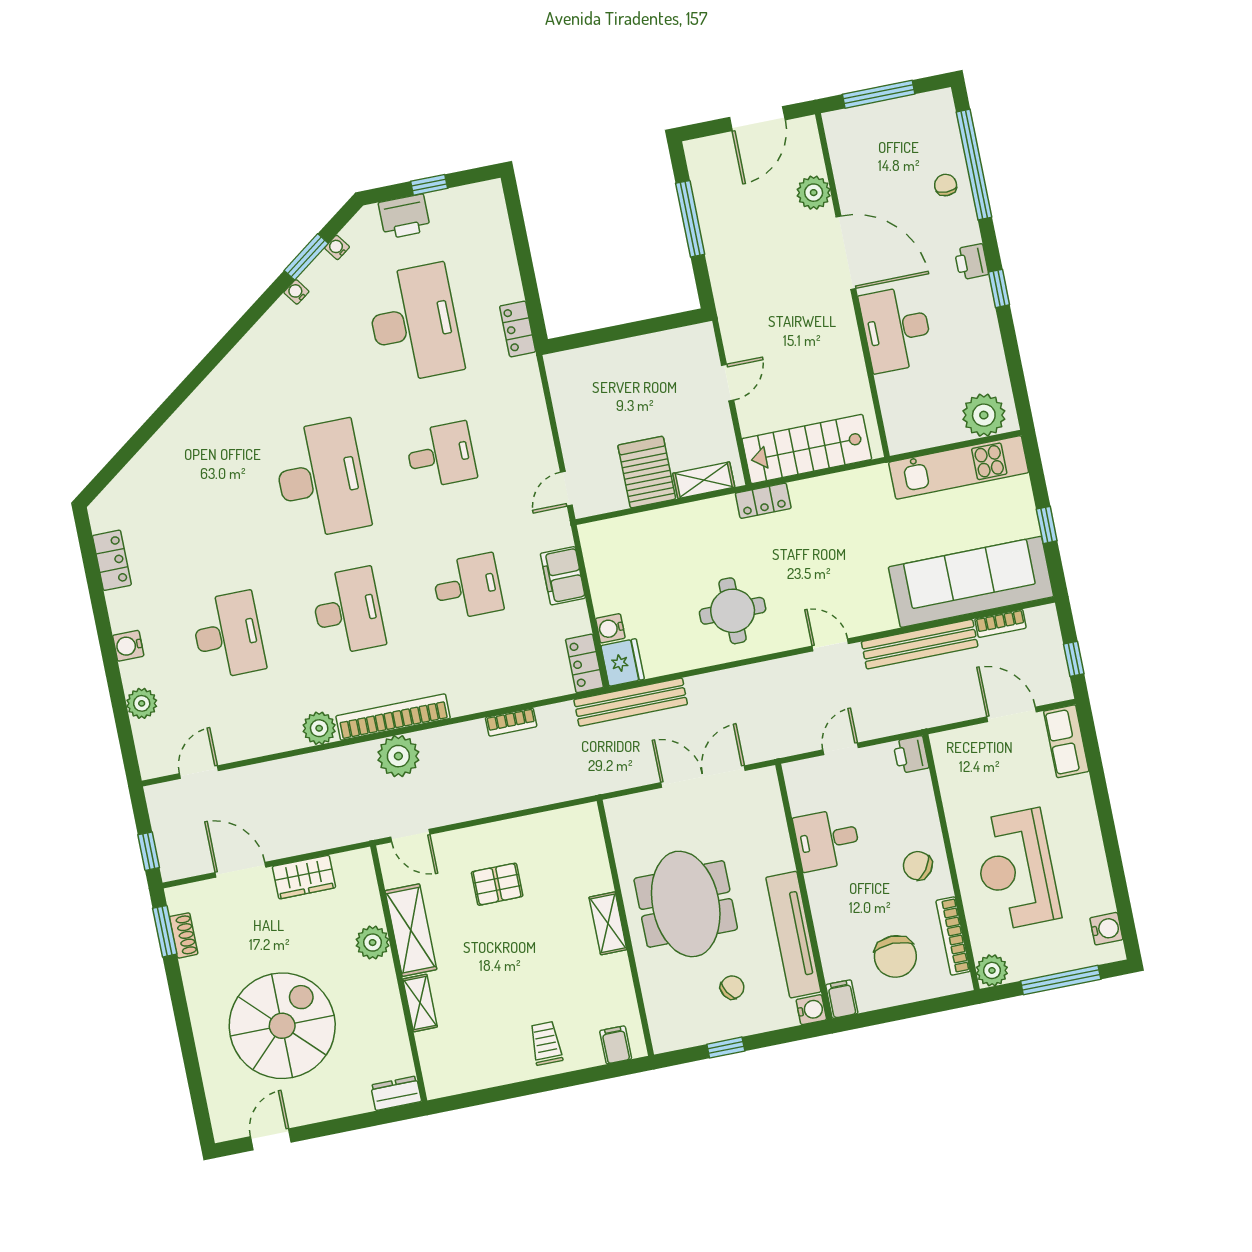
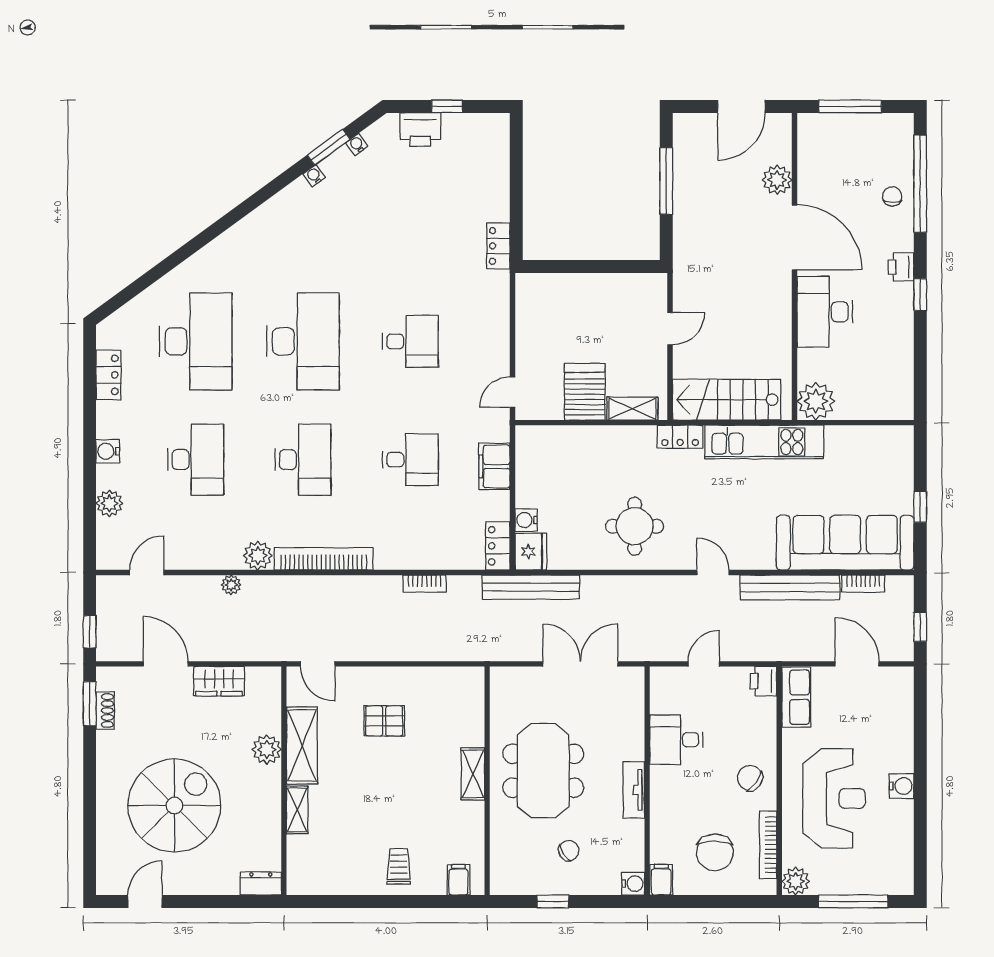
desk: (414, 323) -> (196, 341), moved
plant: (984, 415) -> (816, 401), moved
kitchen unit: (959, 467) -> (764, 442), moved
row of seats: (1066, 741) -> (796, 697), moved, turned 180
plant: (398, 756) -> (231, 585), moved, width x0.53, depth x0.53
reception desk: (1016, 870) -> (834, 798), turned 180
water cooler: (1106, 929) -> (901, 786), moved
tv unit: (793, 935) -> (634, 790), width x0.52, depth x0.78

